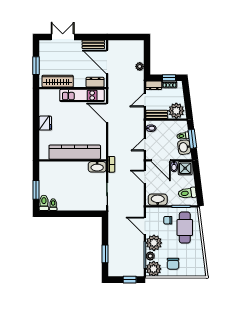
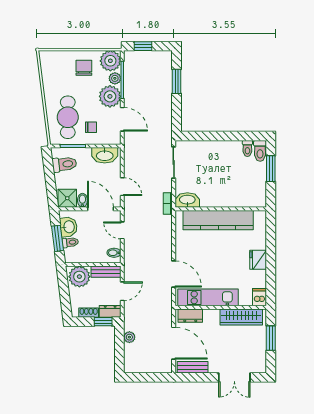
window: (169, 78) -> (103, 322), moved
dishwasher: (44, 96) -> (260, 297), added
door: (145, 145) -> (122, 230), swing flipped

